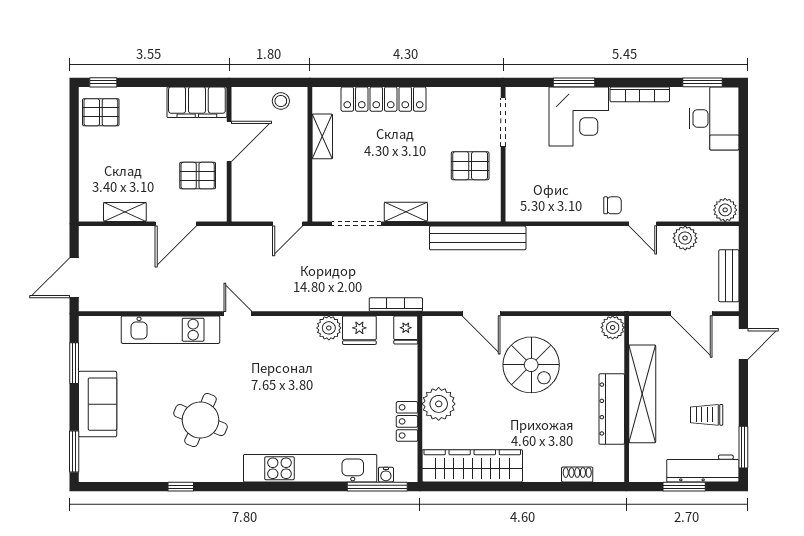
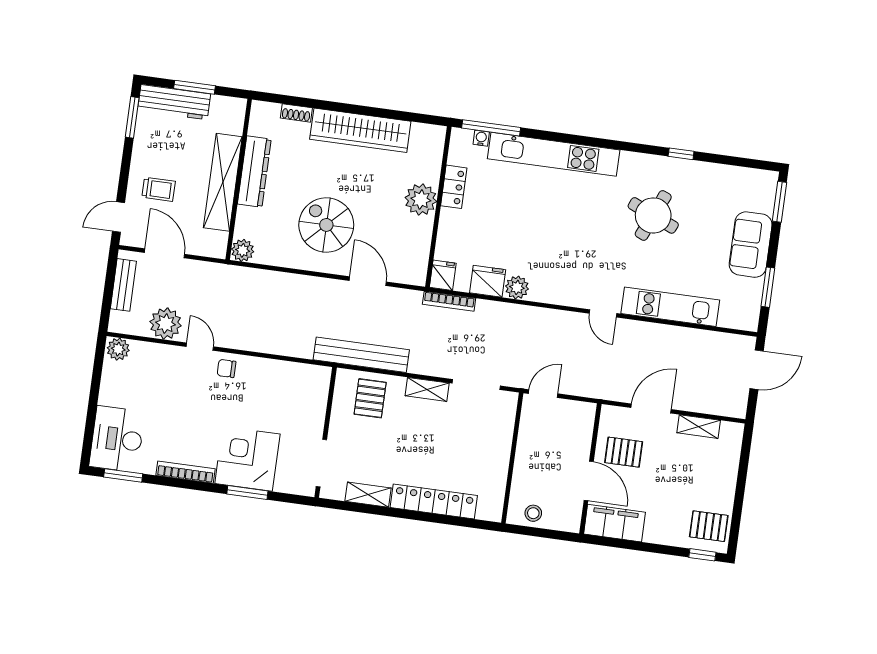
shelving: (322, 136) -> (368, 495), moved, turned 90
door: (229, 141) -> (589, 481), swing flipped
pallet: (470, 166) -> (370, 398), moved, turned 90
plant: (685, 238) -> (166, 324), width x1.36, depth x1.36
trolley: (707, 415) -> (159, 189), moved
wardrobe: (472, 466) -> (360, 130), moved

